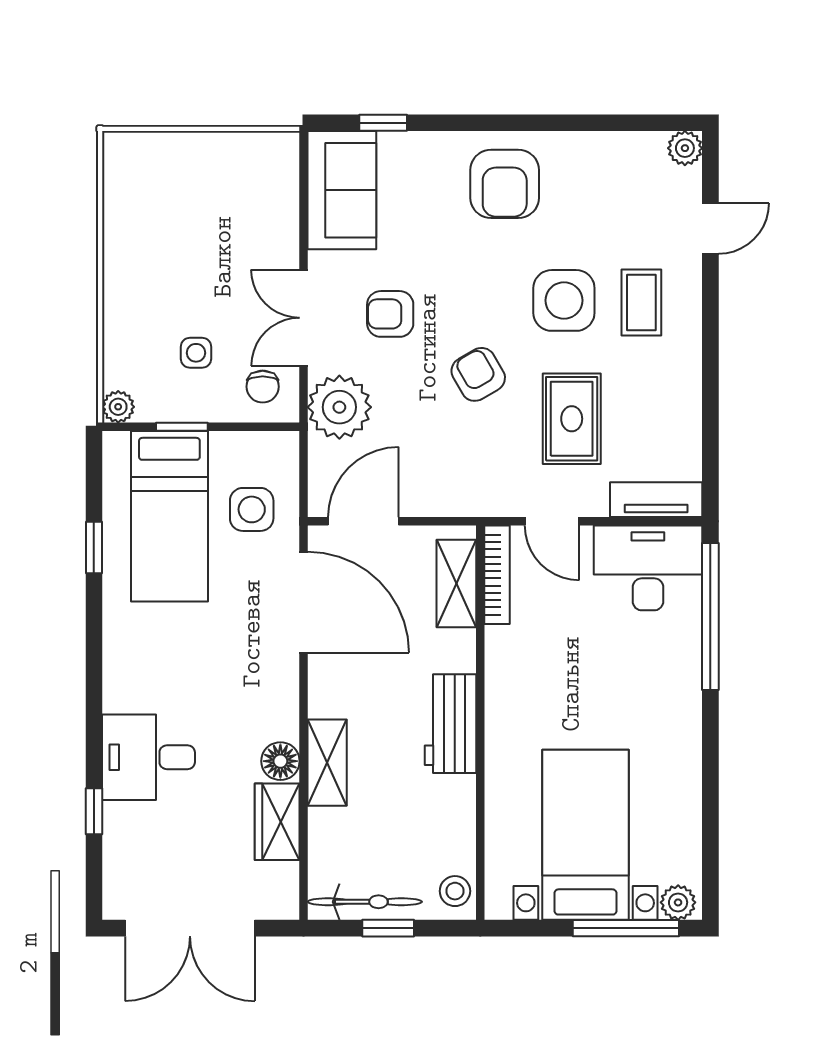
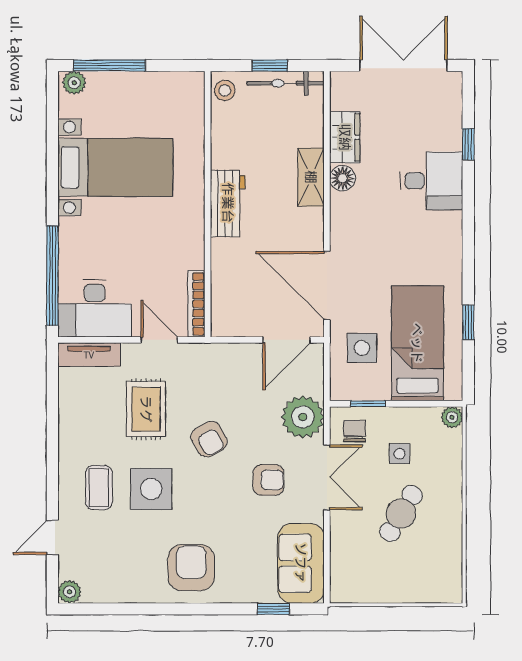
cafe table: (194, 264) -> (401, 514), added
window: (182, 427) -> (368, 404), moved
shelving: (456, 584) -> (224, 298), removed
bed with nightstands: (586, 835) -> (115, 167), moved, turned -90

